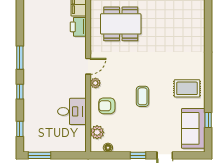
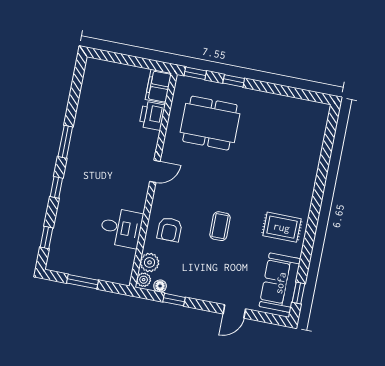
plant: (95, 83) -> (144, 280), moved
armchair: (107, 106) -> (170, 229), turned -90
window: (208, 120) -> (299, 293), moved
window: (40, 155) -> (83, 282), moved
window: (138, 155) -> (174, 300), moved

